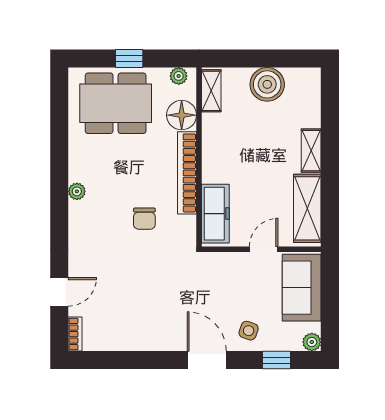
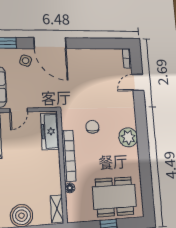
plant: (179, 76) -> (78, 217), removed
floor lamp: (182, 115) -> (70, 188), width x0.53, depth x0.53
plant: (77, 191) -> (128, 137), width x1.88, depth x1.88
door: (207, 360) -> (50, 43), width x1.36

